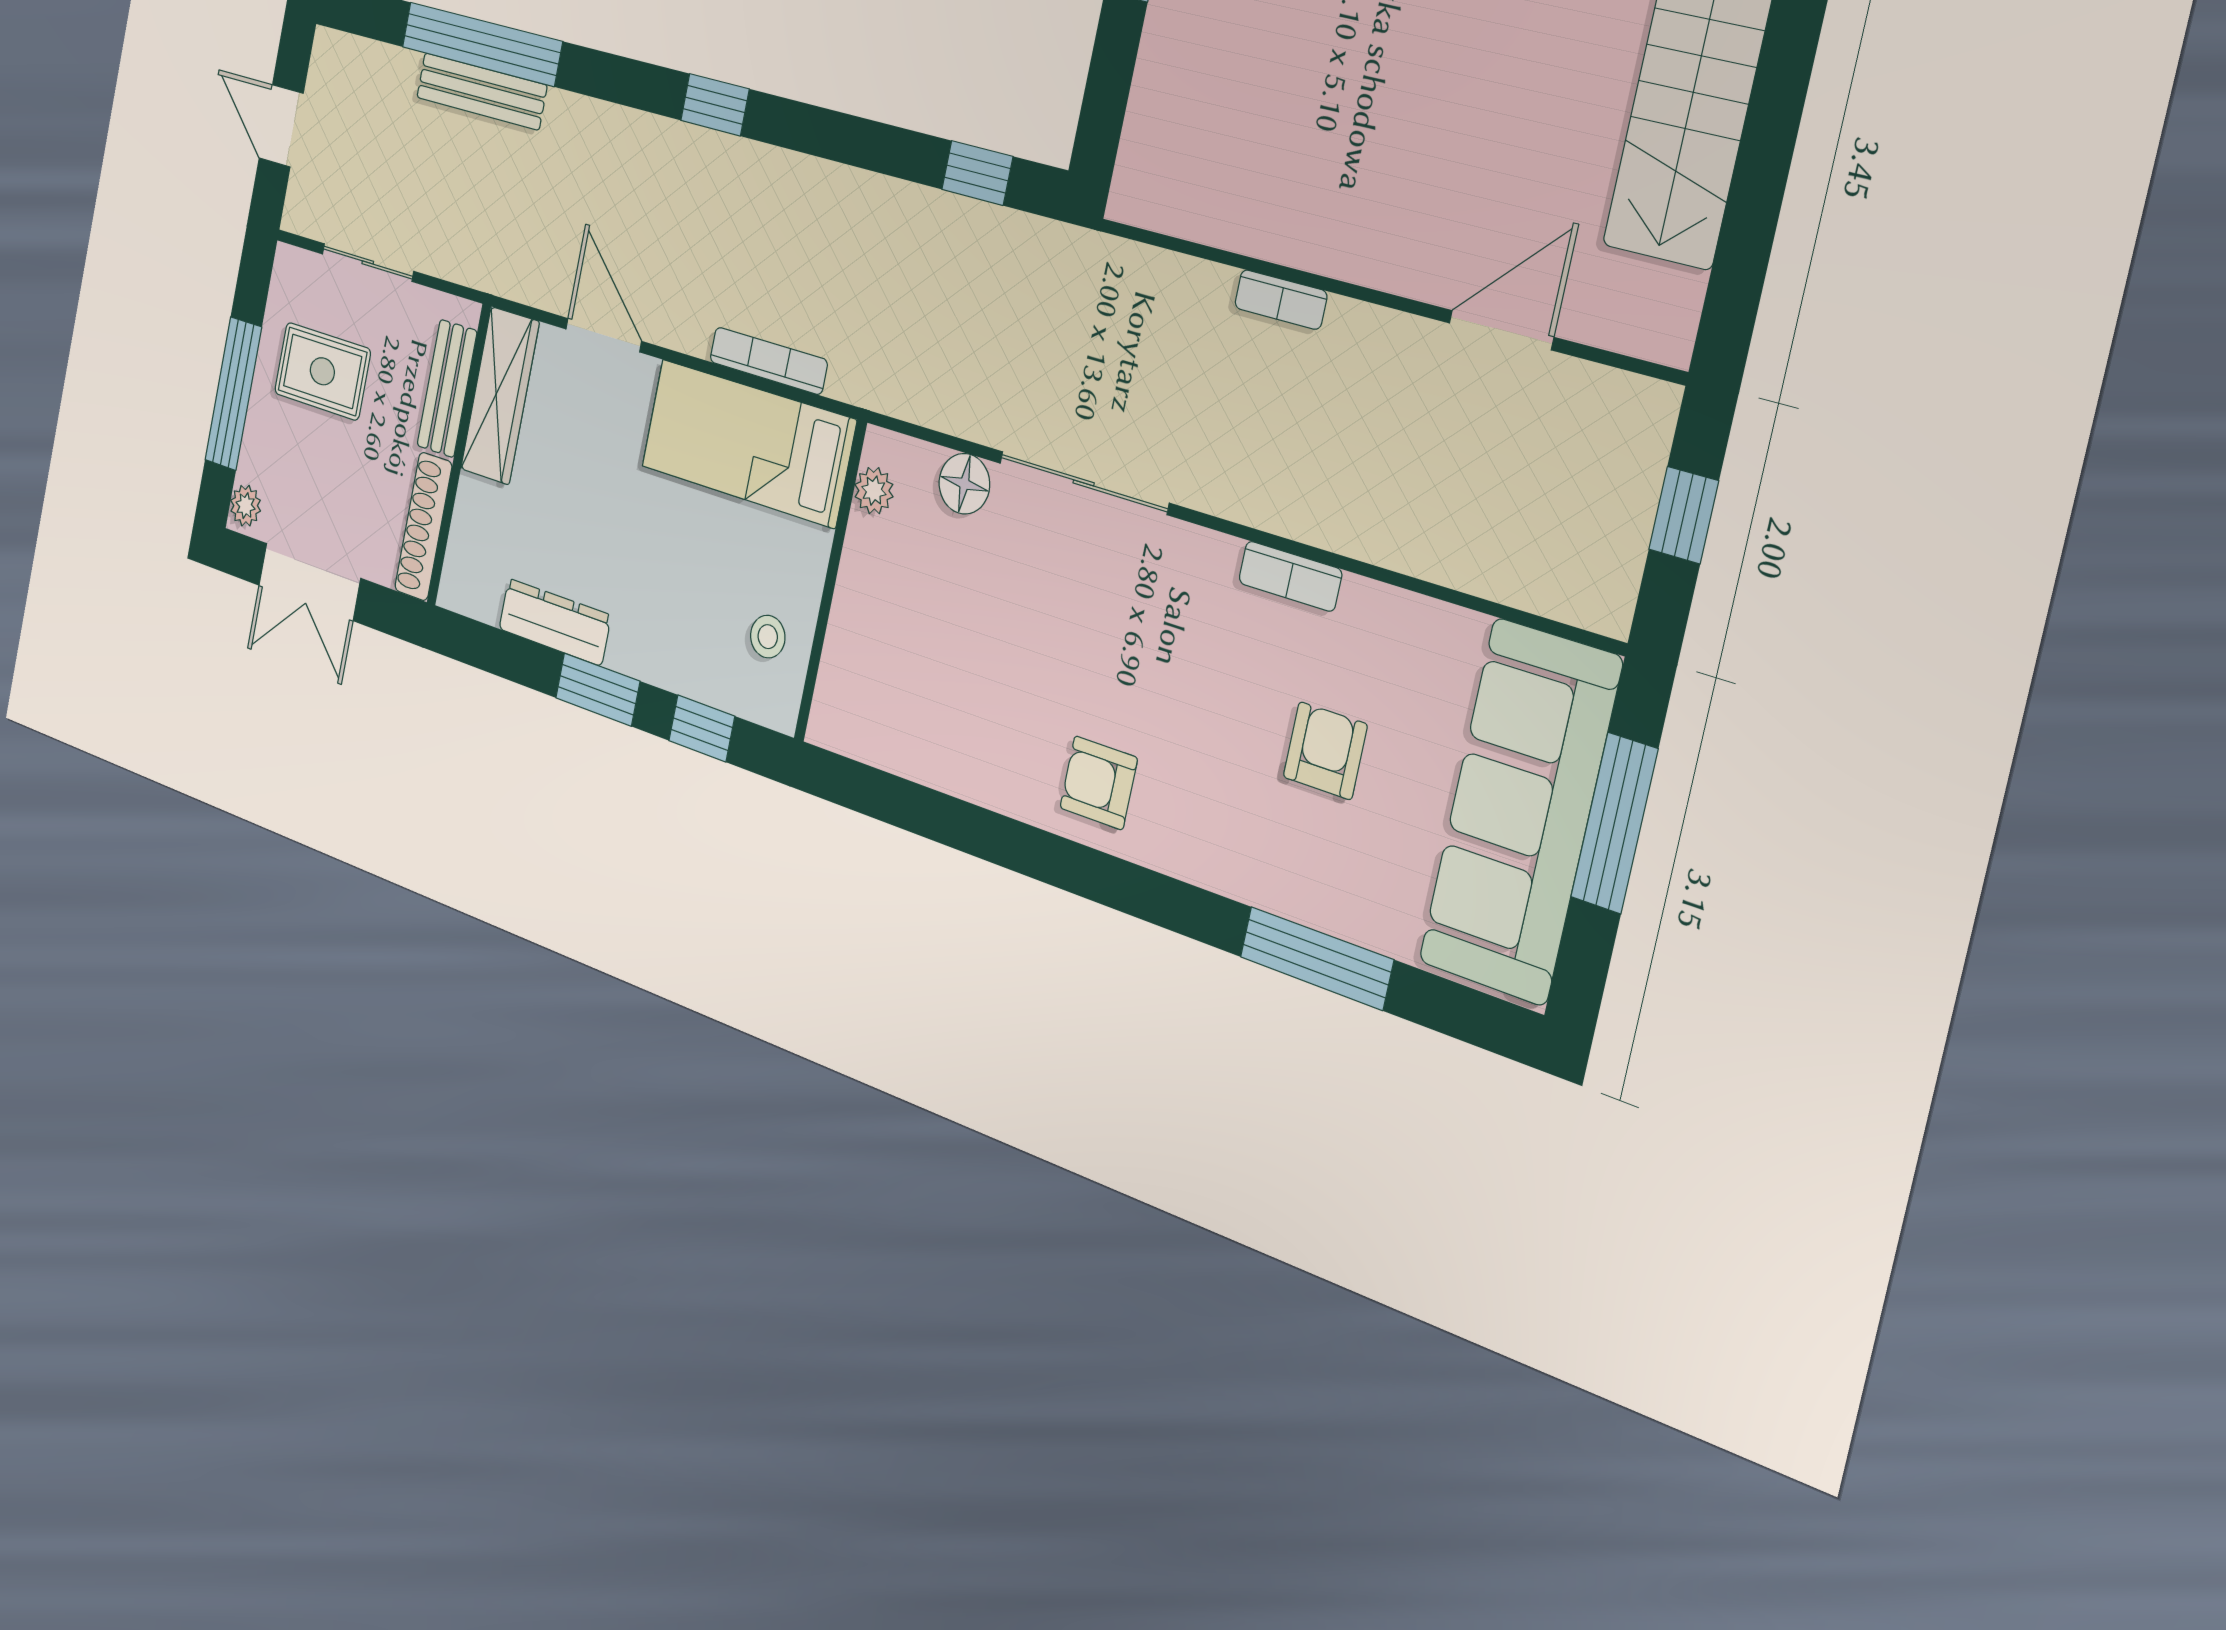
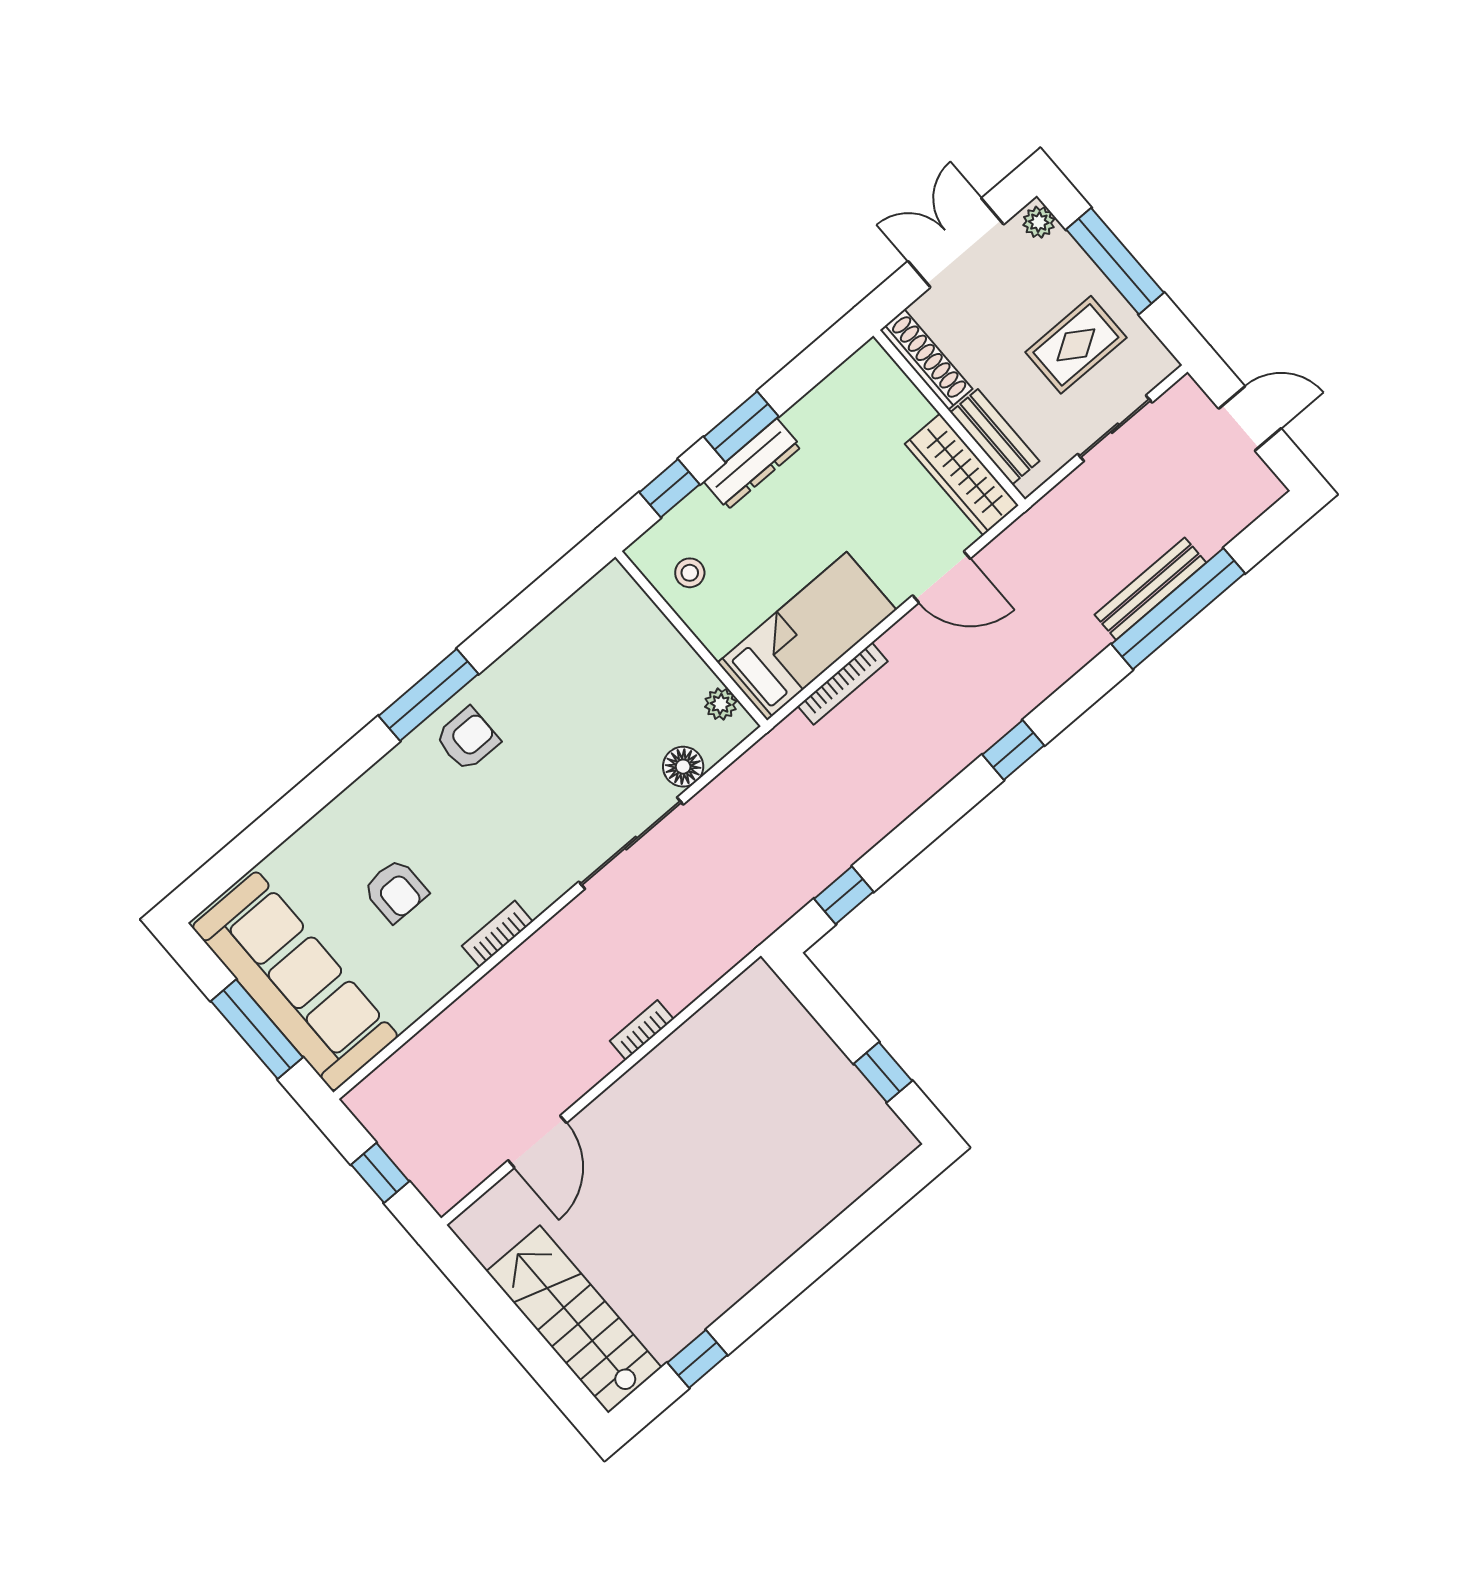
dresser: (555, 622) -> (752, 464), moved
window: (1316, 958) -> (428, 695), moved

